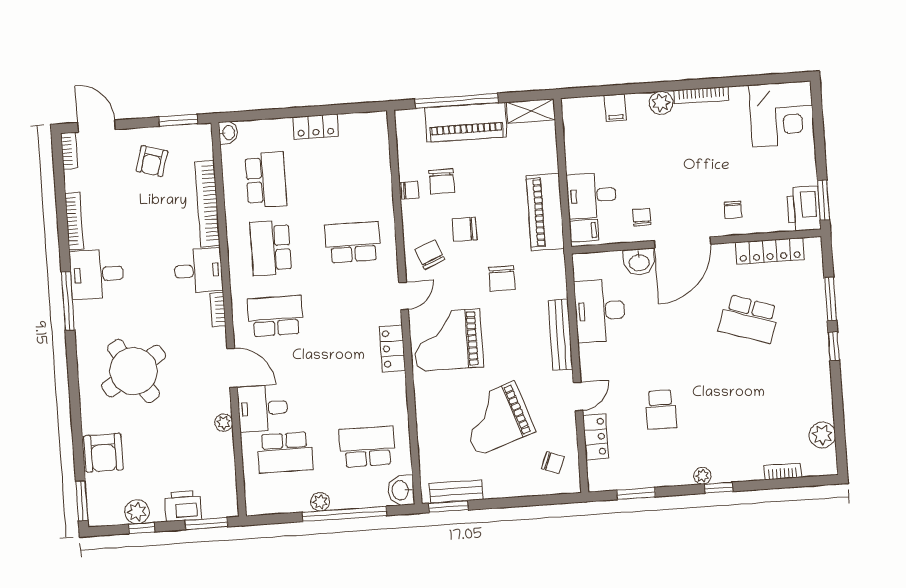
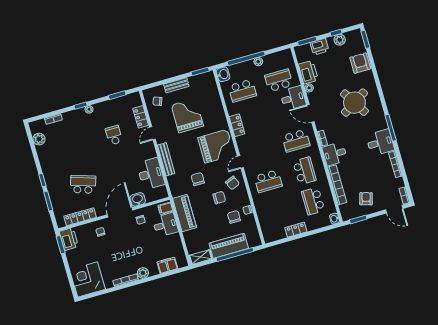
filing cabinet: (615, 108) -> (167, 265), width x2.00
locker: (392, 349) -> (237, 125), moved
grand piano: (496, 419) -> (187, 116), turned -71
printer: (218, 457) -> (308, 72), added
bench: (456, 492) -> (176, 85), moved

